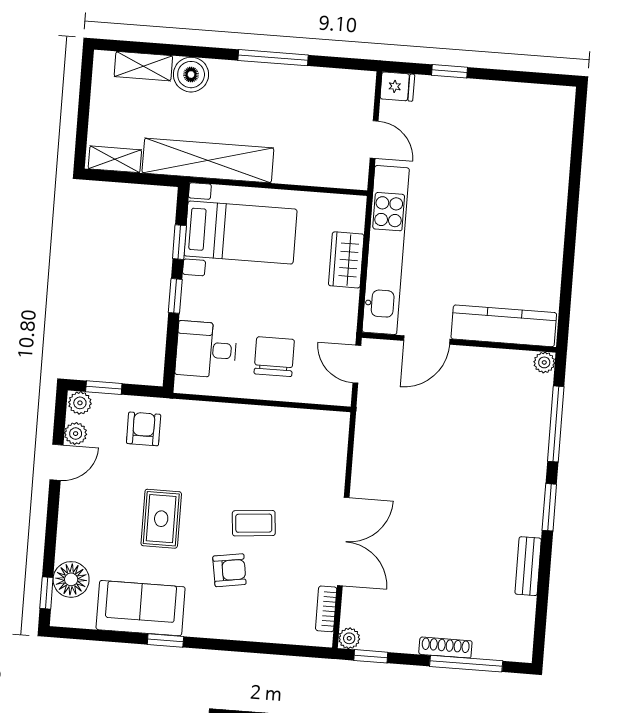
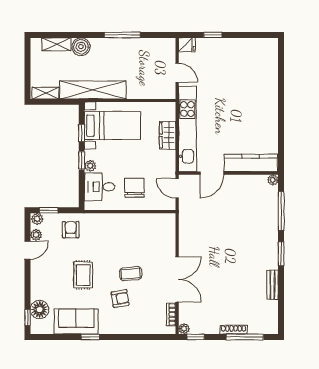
plant: (191, 308) -> (90, 166), added

